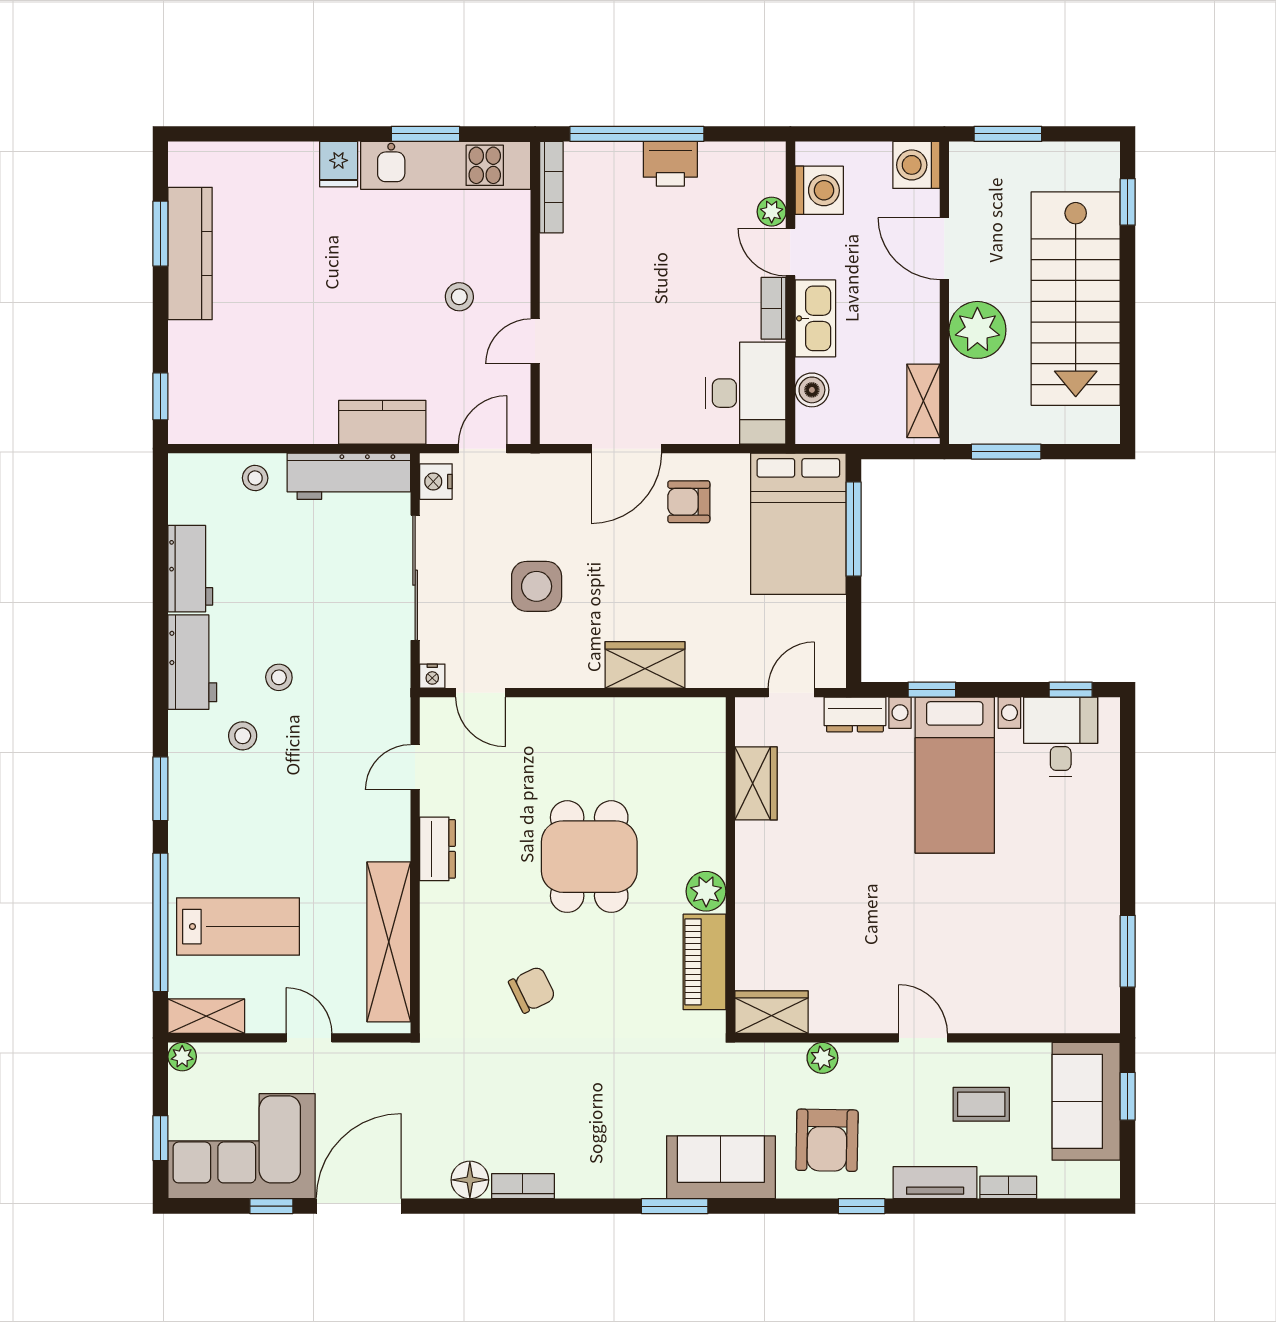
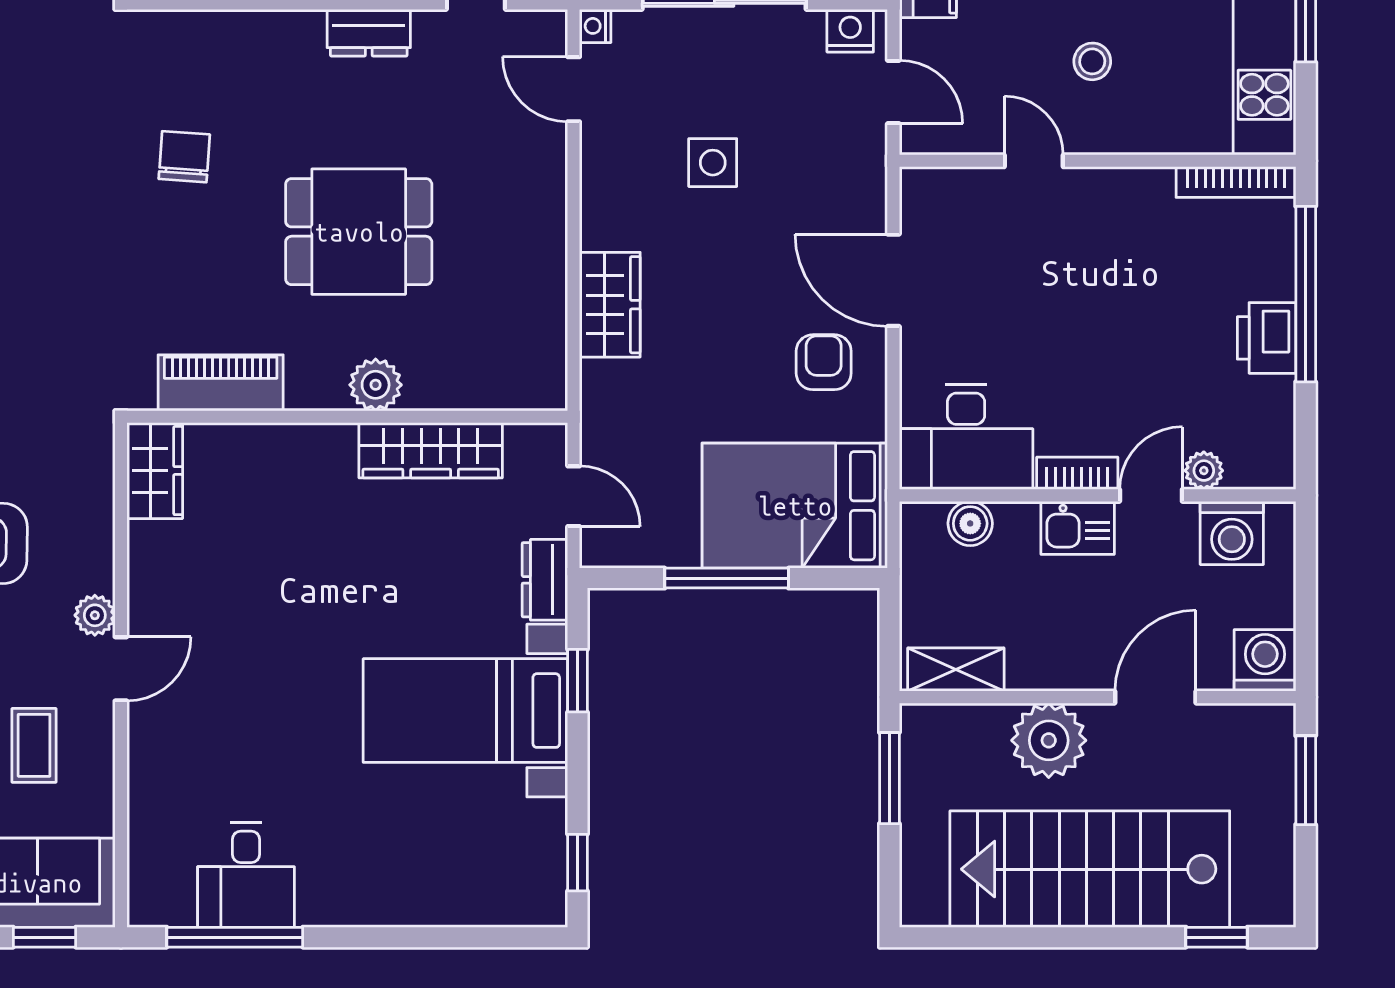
kitchen sink: (815, 318) -> (1078, 528), width x0.73
window: (854, 529) -> (727, 578), moved
side table: (537, 586) -> (713, 163), width x0.73, depth x0.73
door: (481, 693) -> (574, 89), hinge flipped
desk: (1061, 737) -> (246, 875), moved, turned 90
wardrobe: (756, 783) -> (431, 450), width x1.50
plant: (706, 891) -> (376, 385), moved
window: (1128, 951) -> (235, 937), width x1.44
chair: (532, 990) -> (184, 157), turned -150
plant: (822, 1058) -> (95, 615), moved

